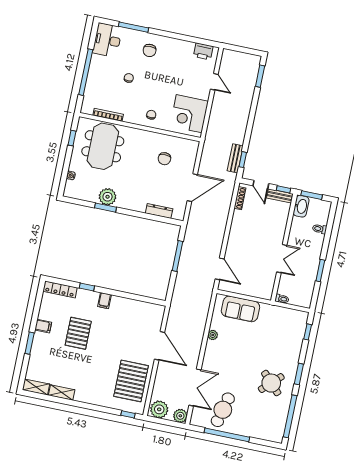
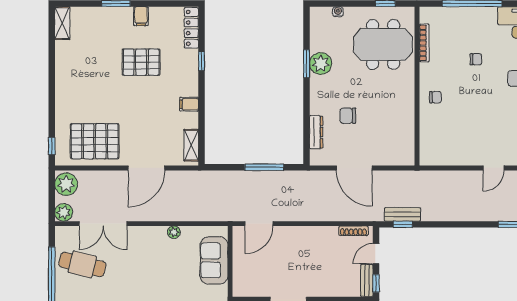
corner desk: (189, 114) -> (447, 145), removed
chair: (164, 159) -> (348, 116), moved
filing cabinet: (104, 301) -> (189, 104), moved
shelving: (62, 393) -> (191, 145), moved

